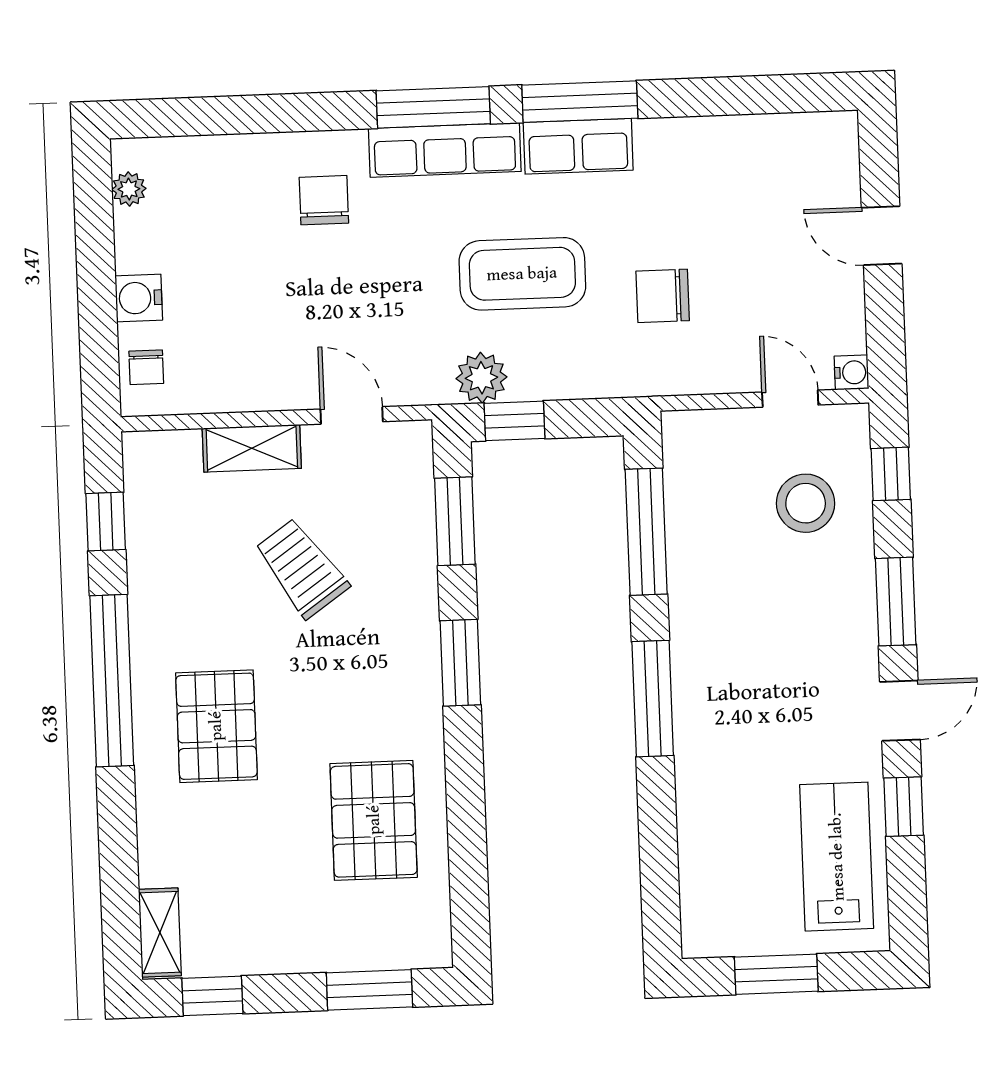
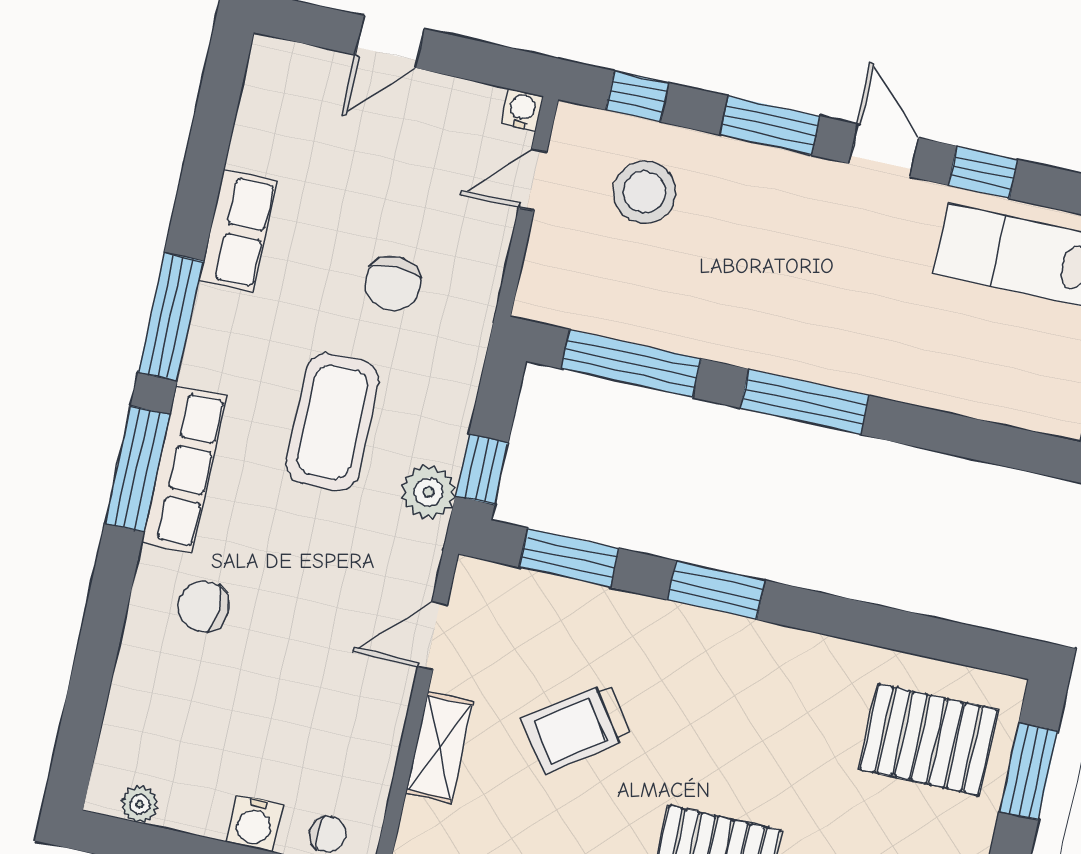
row of seats: (578, 146) -> (238, 231), moved
pallet: (374, 820) -> (928, 739), moved

